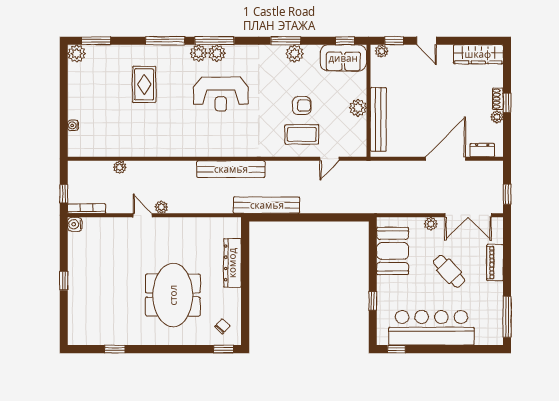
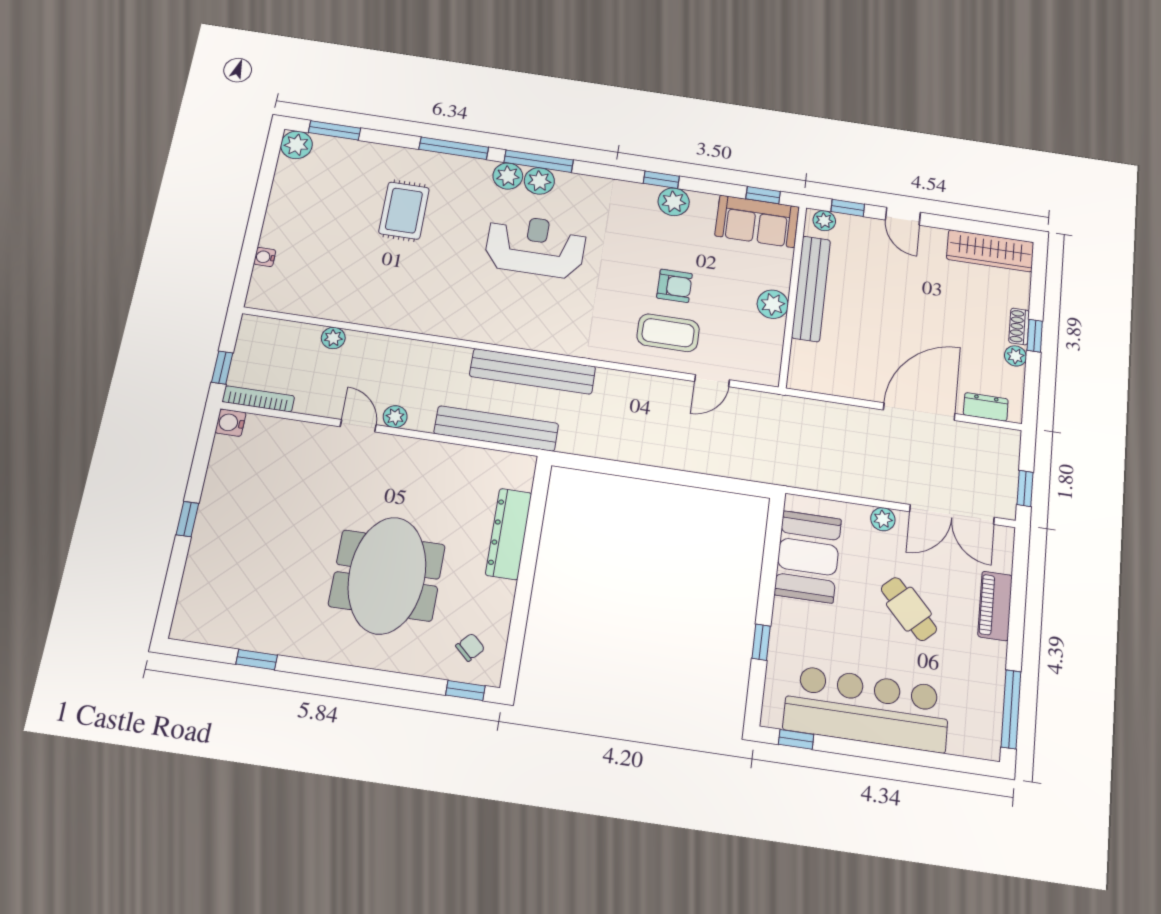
window: (286, 41) -> (661, 180), width x0.67
reception desk: (221, 94) -> (536, 246), turned 180
bench: (378, 119) -> (811, 289), moved
bench: (267, 205) -> (496, 429), moved

